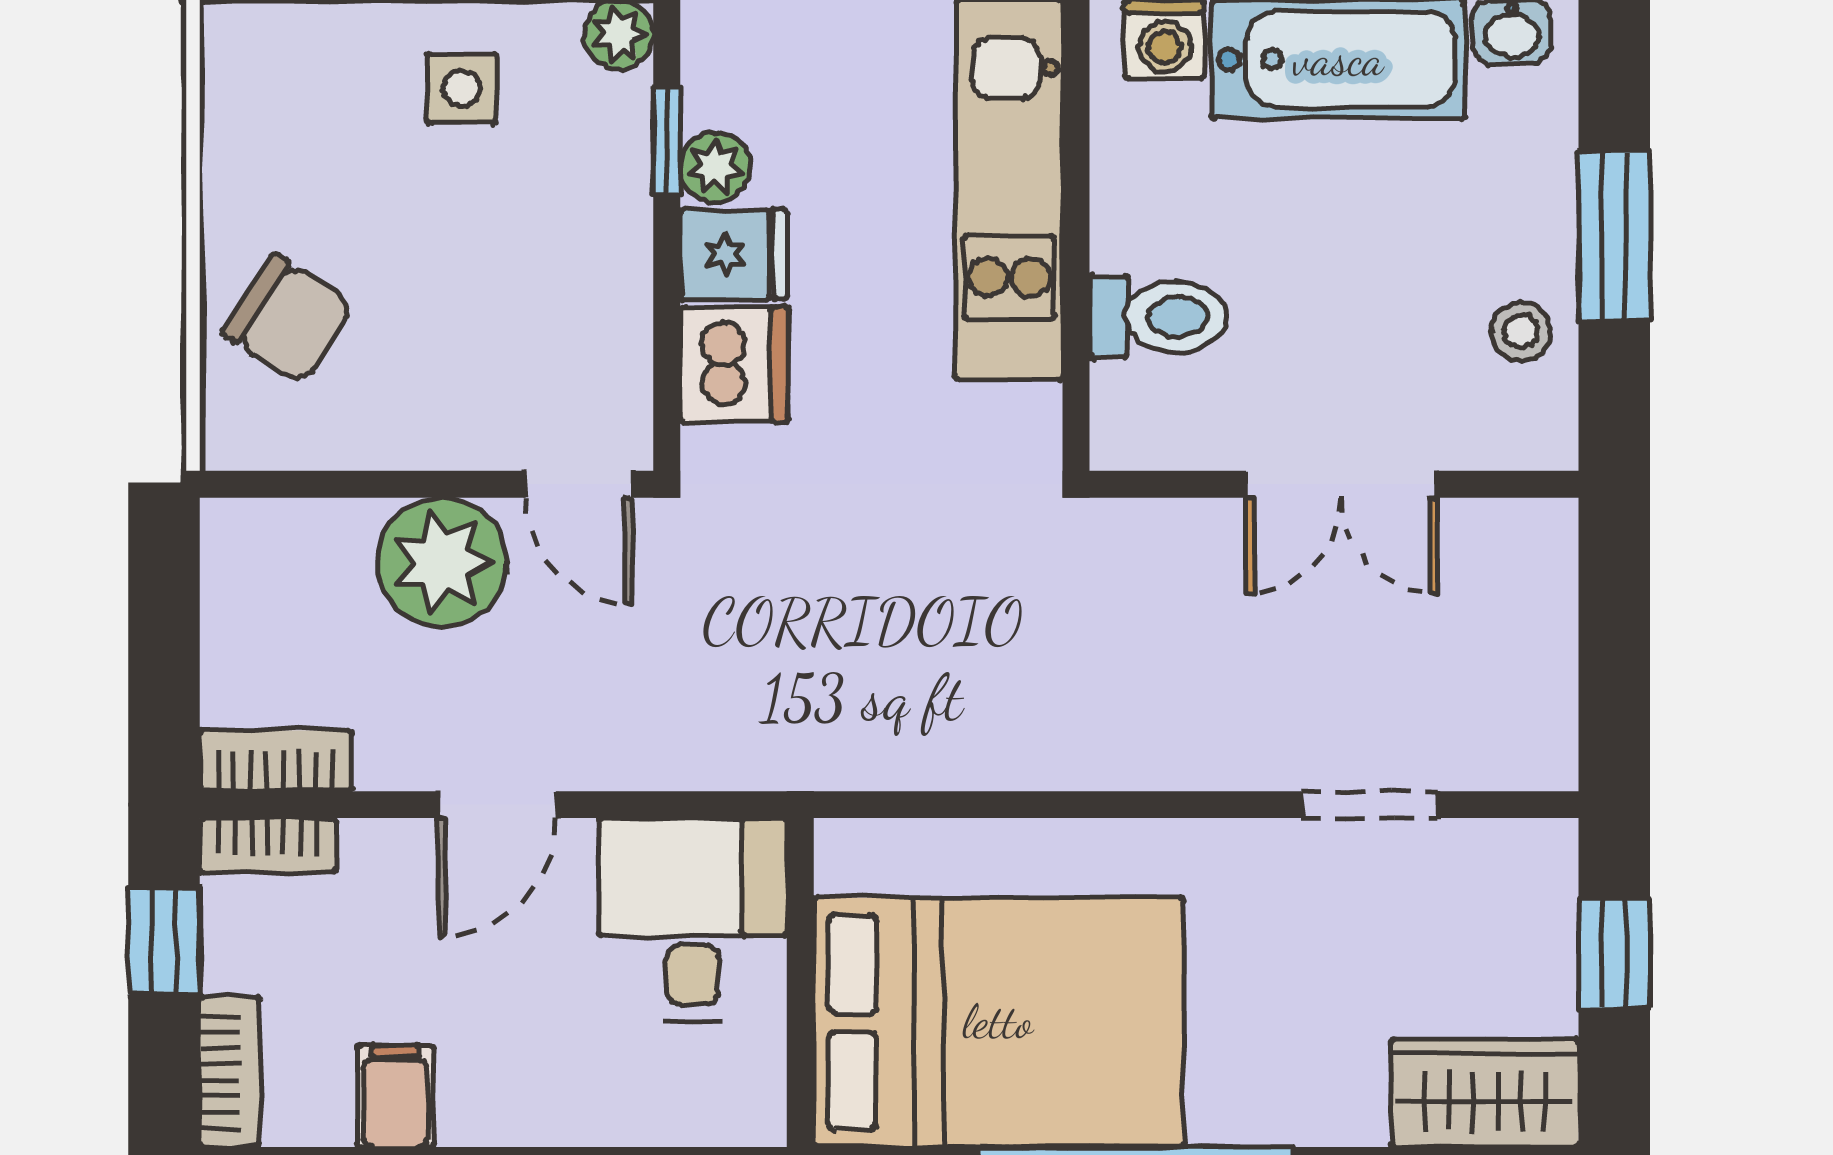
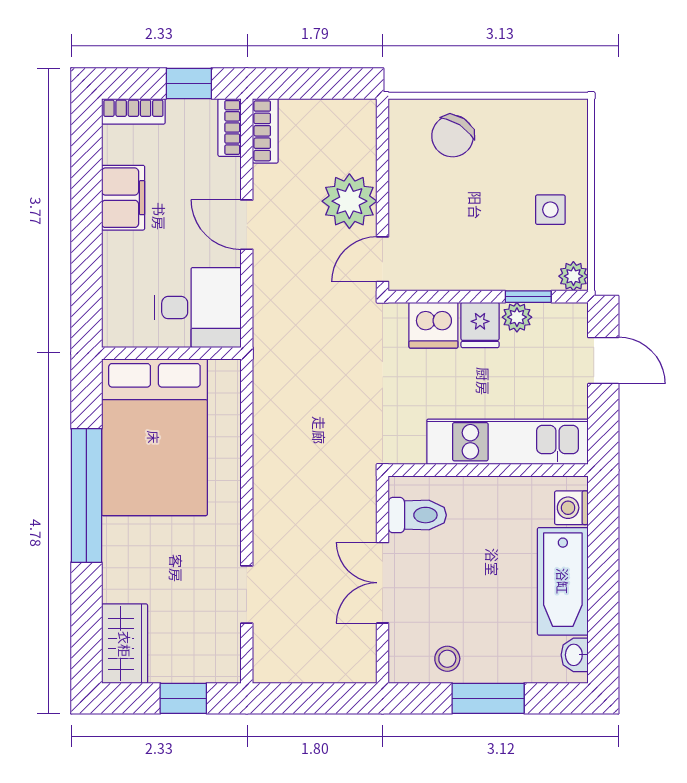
toilet: (1158, 317) -> (417, 515), moved, turned -90
filing cabinet: (395, 1096) -> (123, 198), width x2.00

